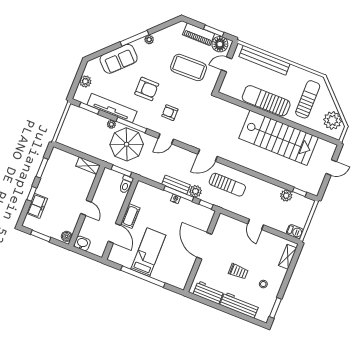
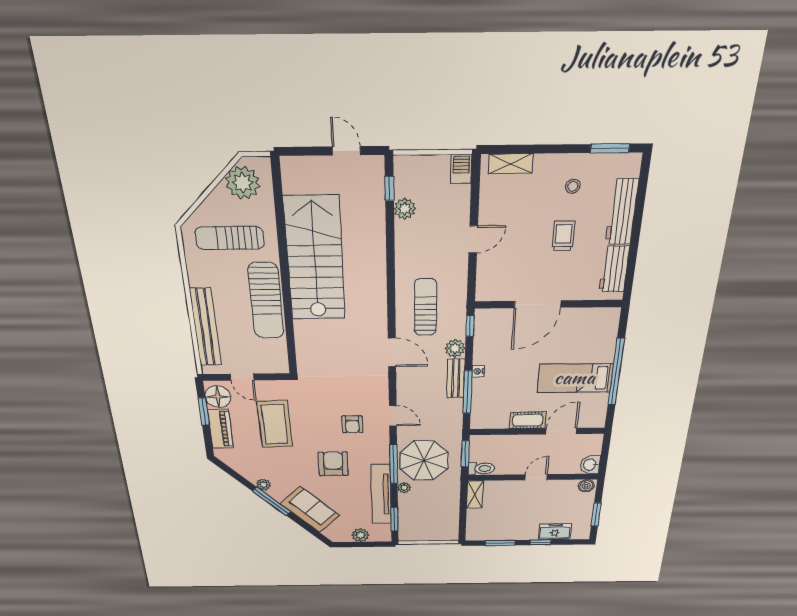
door: (331, 168) -> (346, 151), moved
toilet: (126, 184) -> (481, 469), moved
window: (179, 194) -> (467, 392), moved

